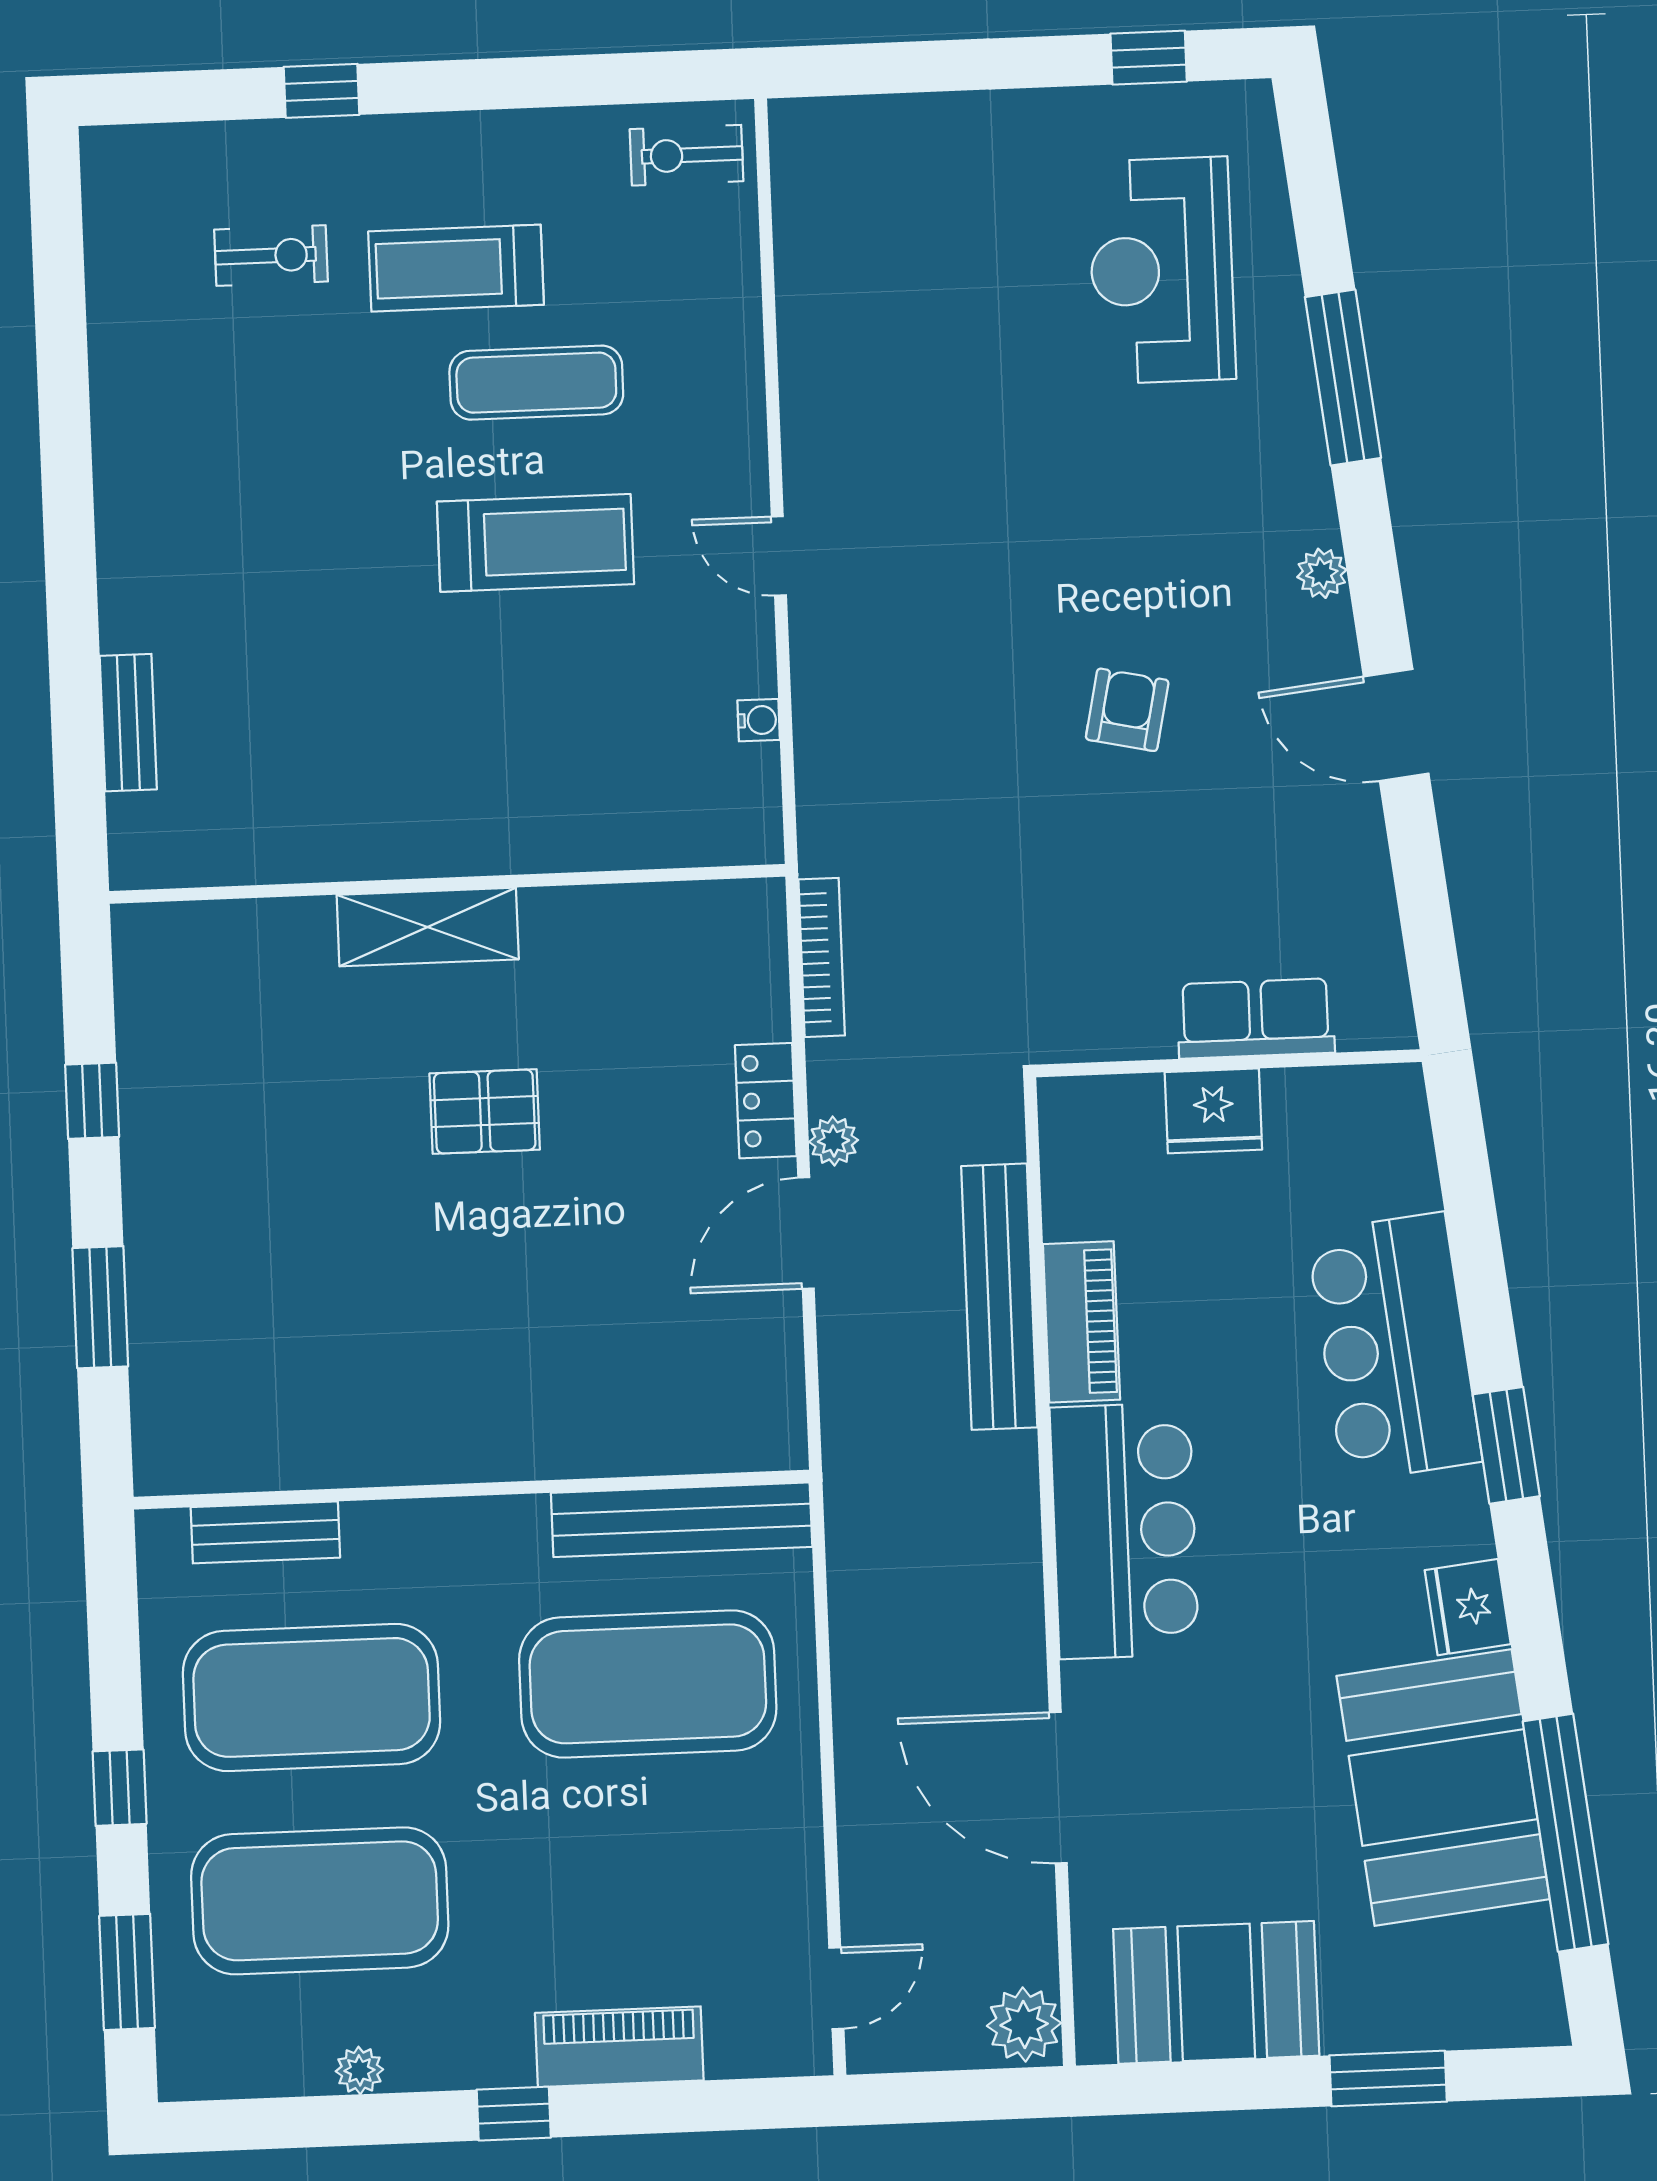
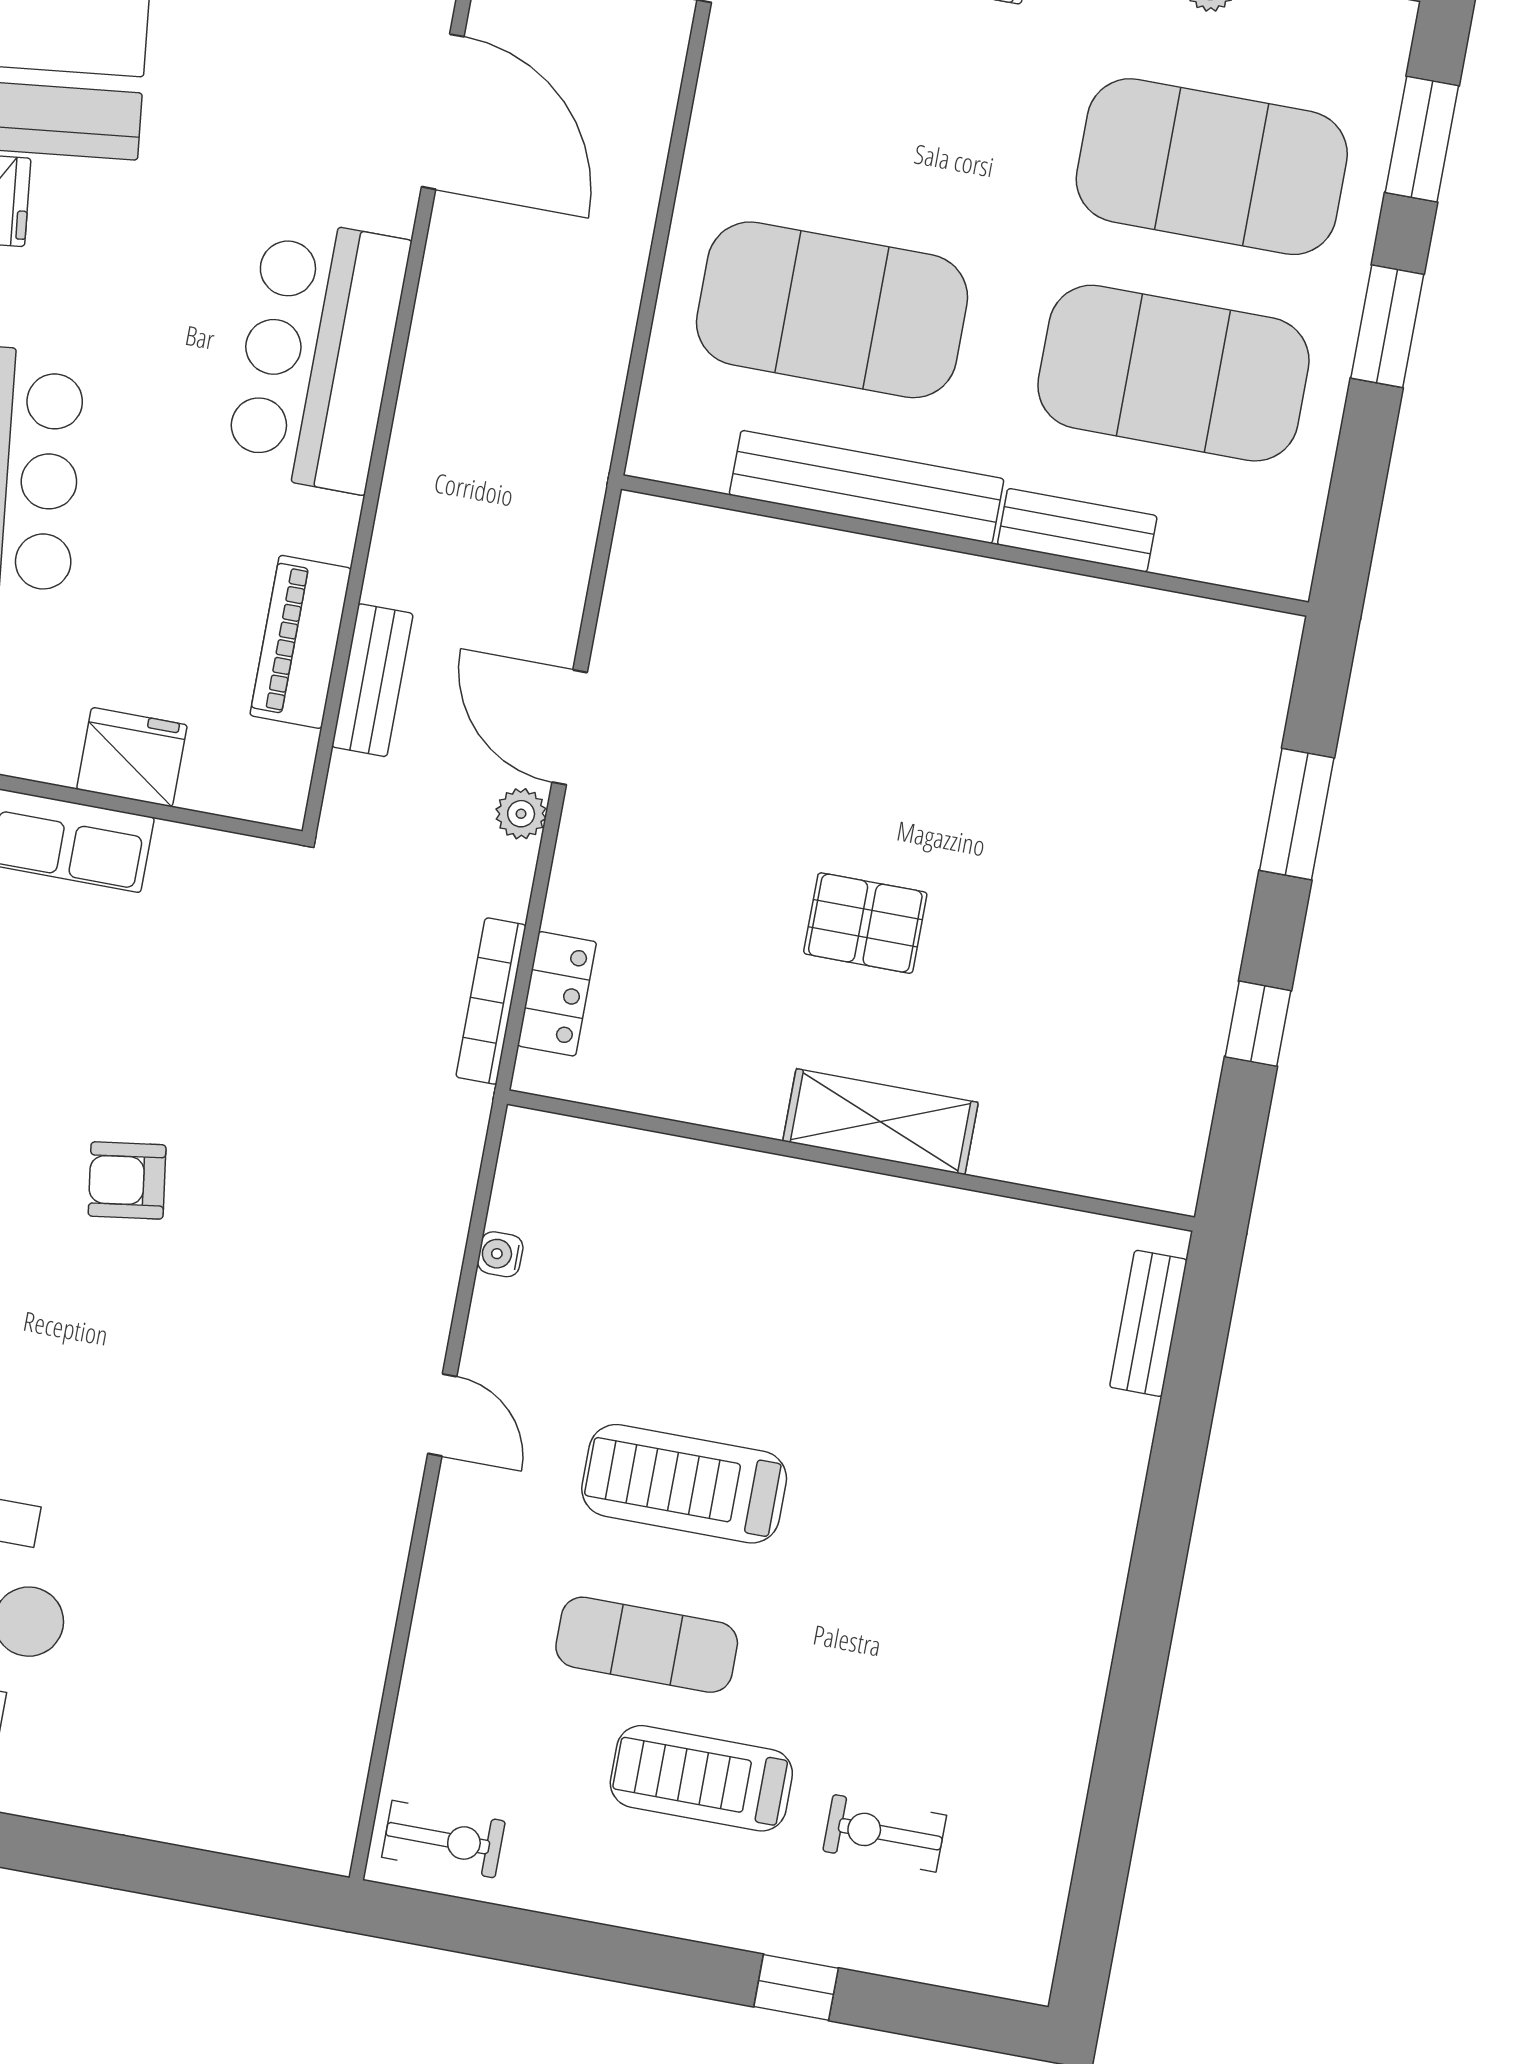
treadmill: (456, 268) -> (701, 1778), turned 180
armchair: (1127, 710) -> (127, 1180), turned 70
bench: (128, 723) -> (1148, 1323), moved
locker: (766, 1101) -> (557, 994), moved
door: (806, 1233) -> (570, 727), swing flipped
bench: (999, 1297) -> (372, 680), width x0.54, depth x0.82
piano: (1081, 1322) -> (301, 642), moved
bench: (682, 1520) -> (867, 487), moved
bench: (265, 1532) -> (1077, 530), moved
window: (120, 1788) -> (1387, 326), width x1.50

